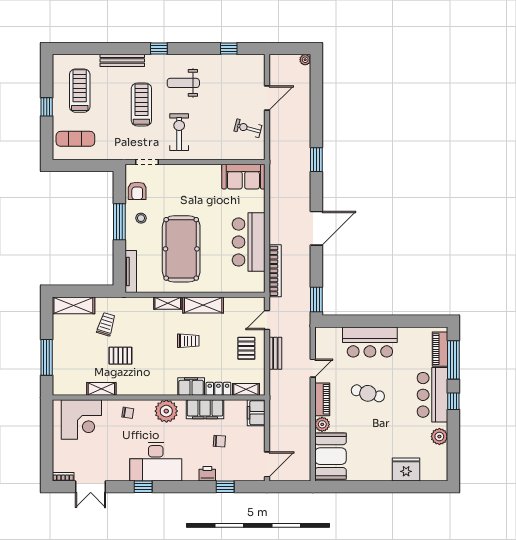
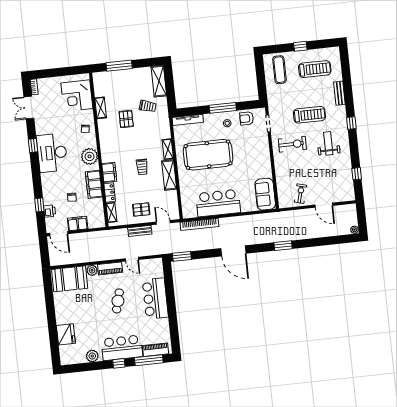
bench: (122, 60) -> (339, 93), width x0.73
filing cabinet: (256, 413) -> (78, 224), moved
printer: (207, 474) -> (50, 211), moved

